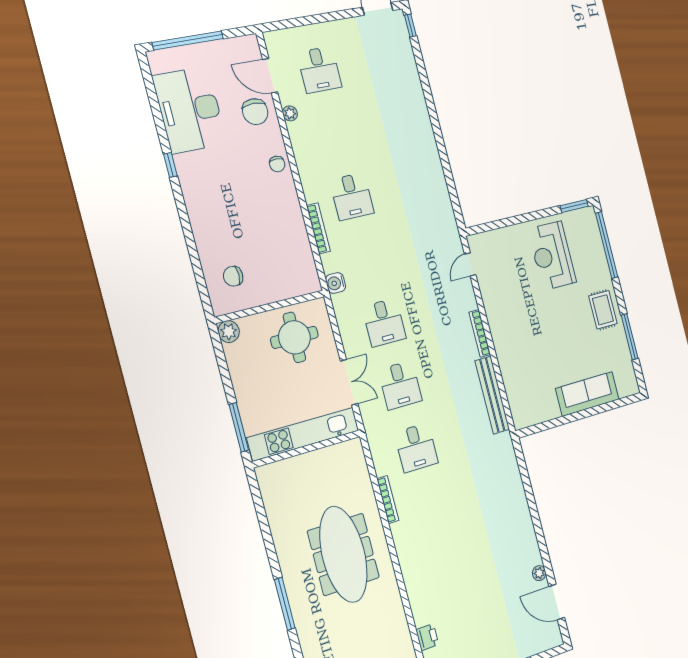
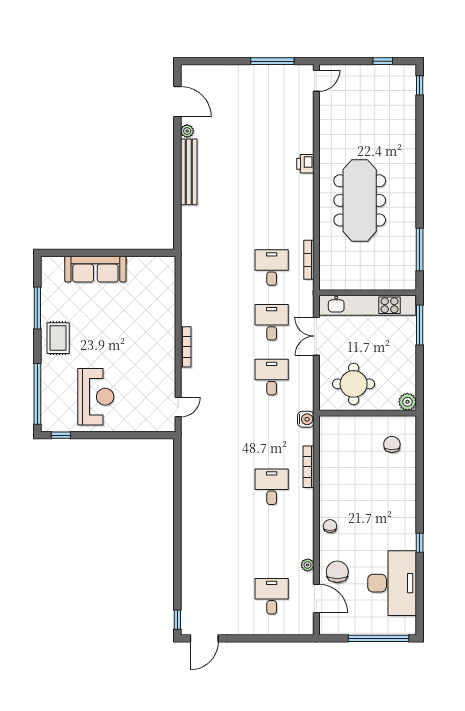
window: (574, 206) -> (61, 435), width x0.67
chair: (233, 276) -> (392, 444), turned -90
bench: (492, 395) -> (189, 172), moved
bookcase: (388, 500) -> (309, 260), moved
window: (285, 604) -> (420, 250), moved
printer: (427, 637) -> (305, 164), moved

